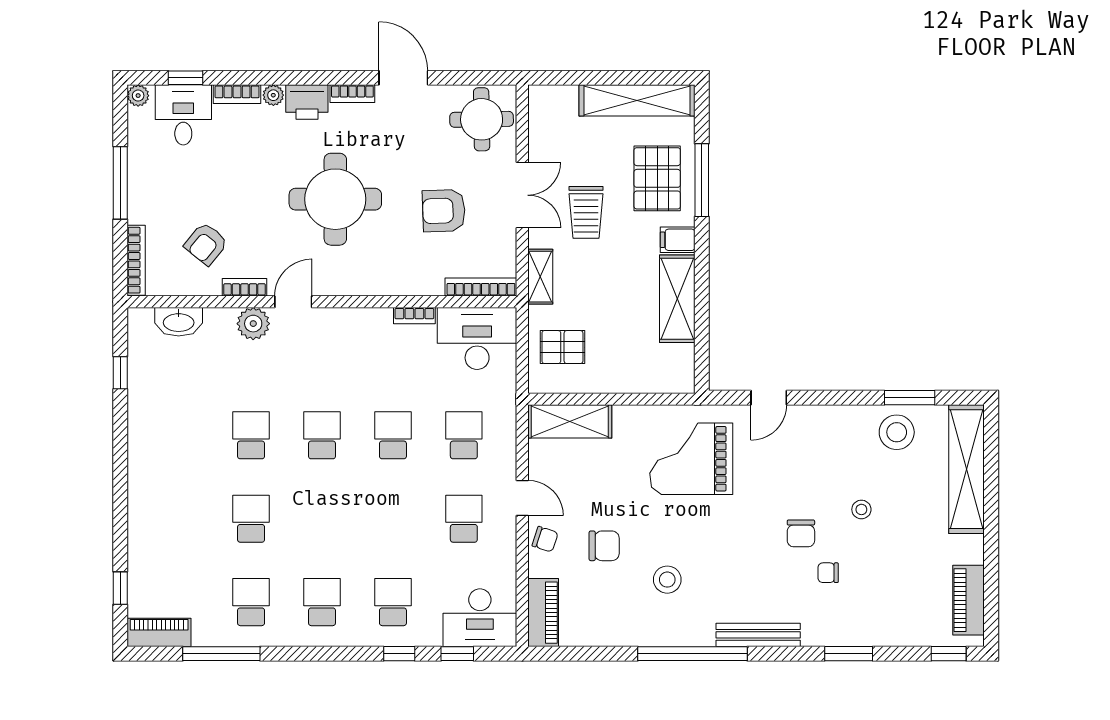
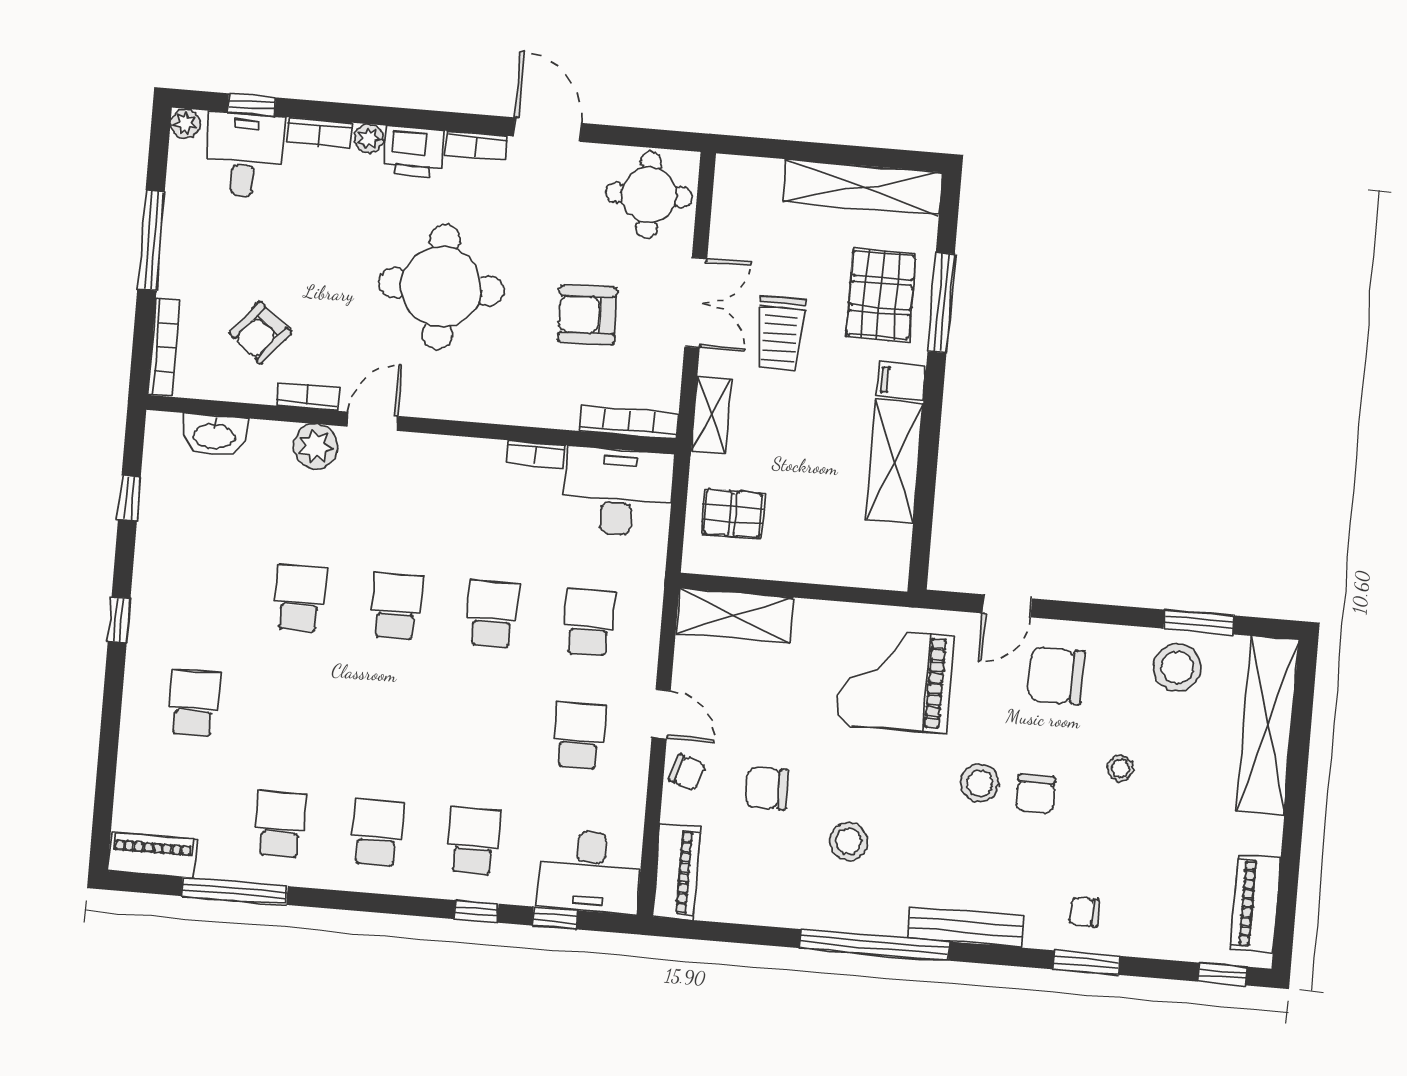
chair: (809, 446) -> (1056, 676), added
school desk: (251, 519) -> (194, 703), moved
stool: (759, 529) -> (980, 783), added
chair: (604, 546) -> (767, 788), turned 180
chair: (828, 573) -> (1084, 912), moved
window: (120, 588) -> (119, 620), moved

